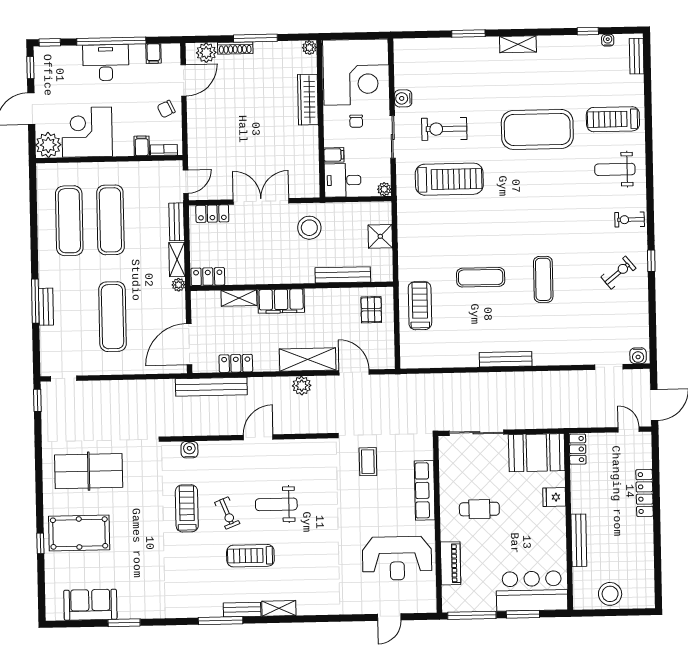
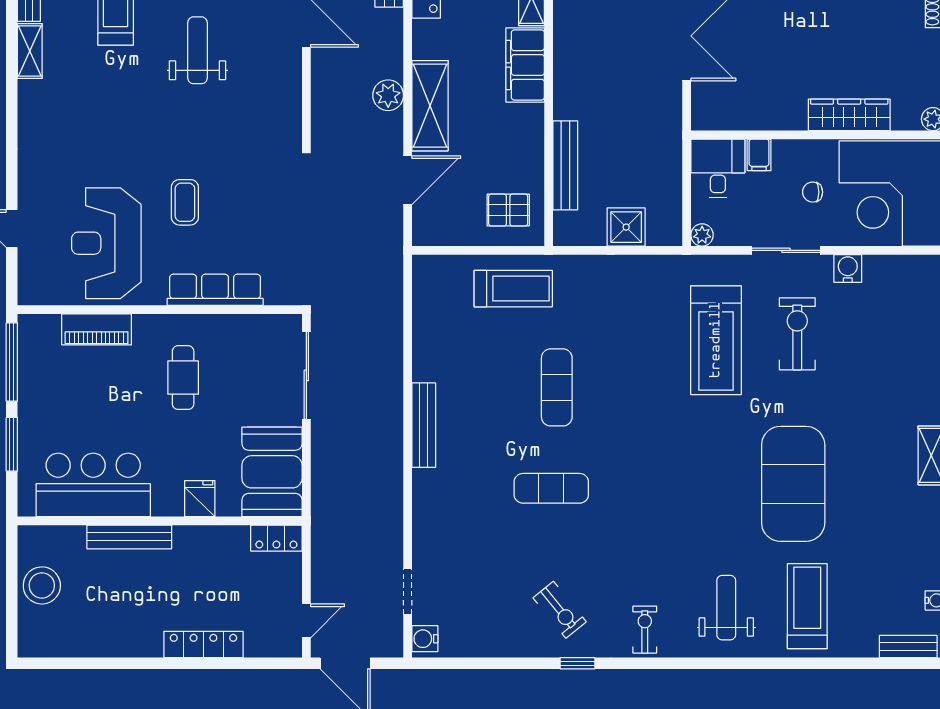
stool: (309, 228) -> (643, 113), removed
coffee table: (368, 462) -> (185, 202), moved, turned 90
bar counter: (532, 591) -> (93, 485), moved, turned -90

